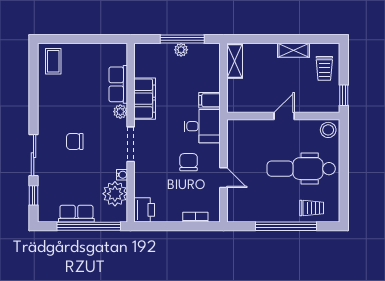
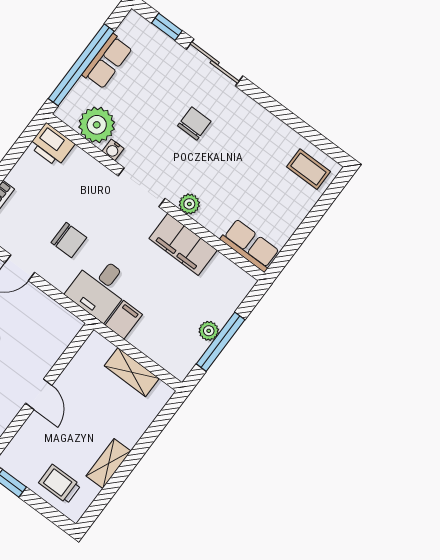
shelving: (235, 61) -> (132, 372), moved
row of seats: (118, 84) -> (250, 245), moved

